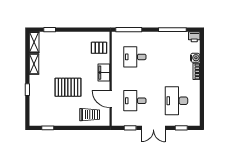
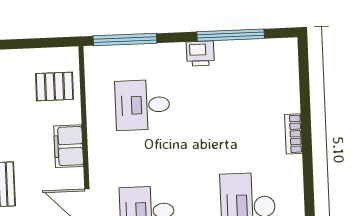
printer: (194, 37) -> (200, 54), moved
water cooler: (195, 58) -> (289, 101), removed

